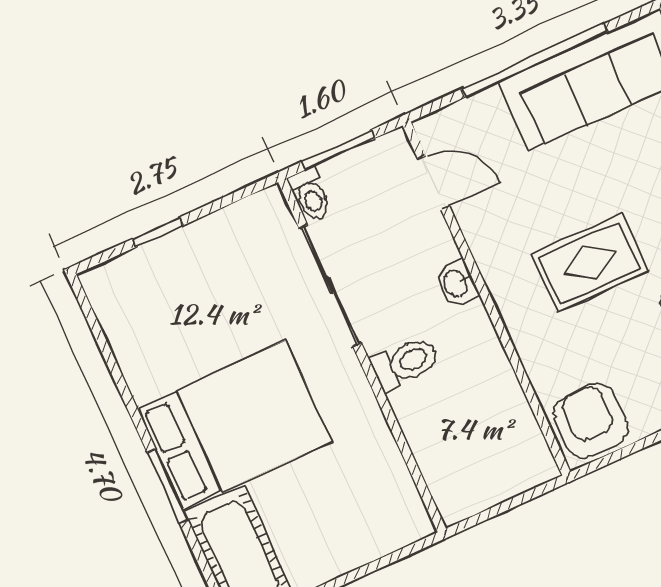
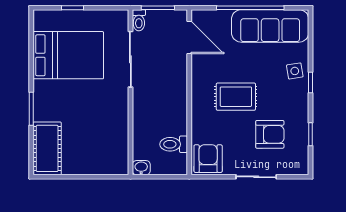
door: (434, 183) -> (189, 37), width x1.38
washbasin: (456, 283) -> (141, 168), moved, turned 90
toilet: (405, 363) -> (174, 144), moved, turned 180
bed: (235, 425) -> (68, 55), moved

